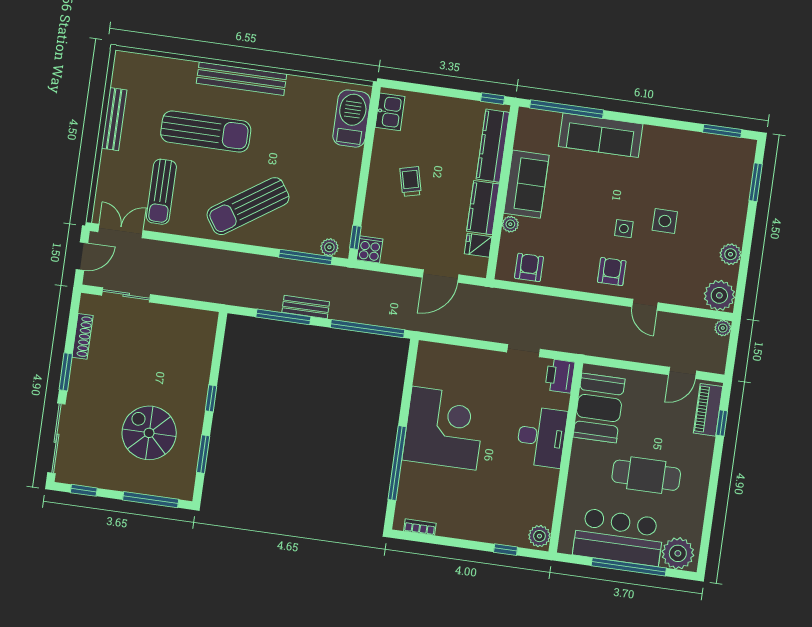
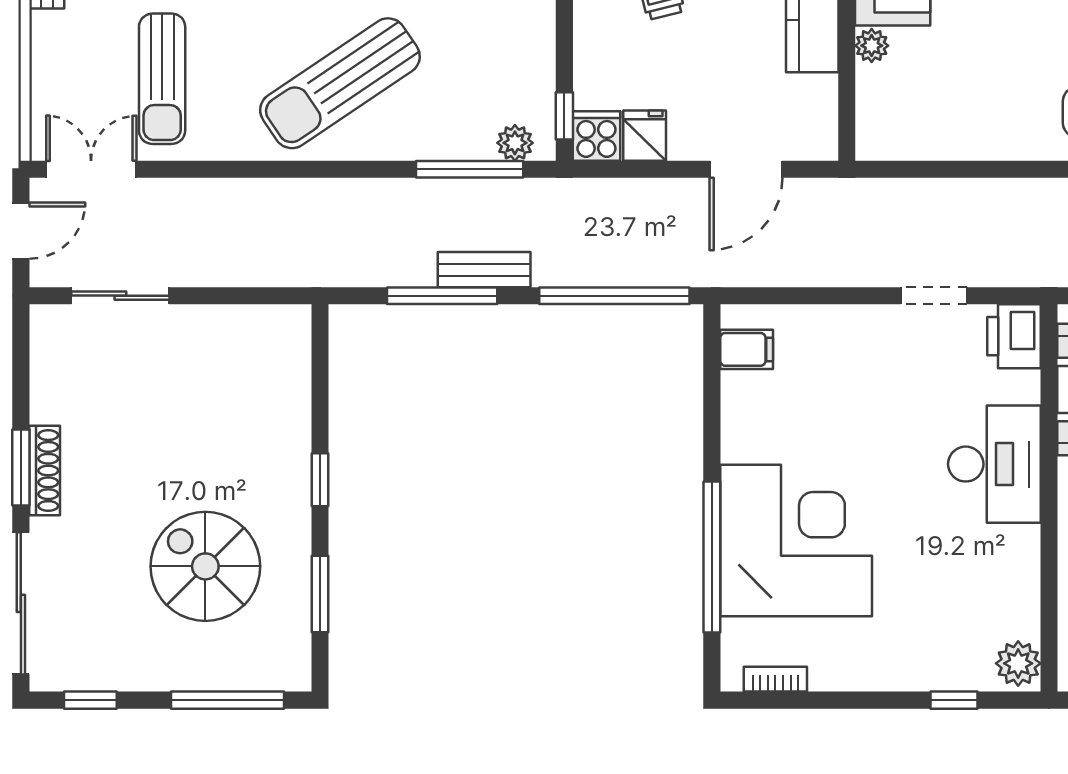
fridge: (478, 245) -> (645, 136), moved, turned 90
armchair: (529, 267) -> (921, 127), removed
shoe rack: (83, 336) -> (45, 471), moved
filing cabinet: (428, 364) -> (747, 349), added
corner desk: (444, 428) -> (796, 540), moved

